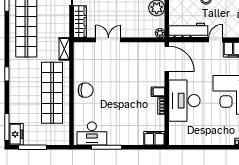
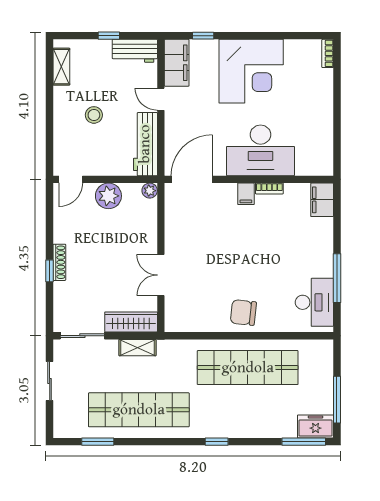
shelving: (64, 49) -> (137, 348), moved
chair: (86, 90) -> (243, 312), turned -84

